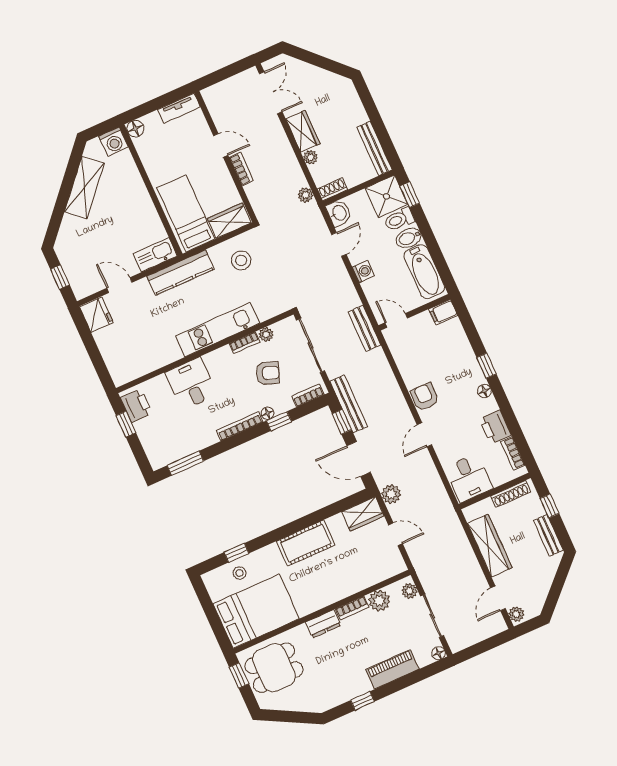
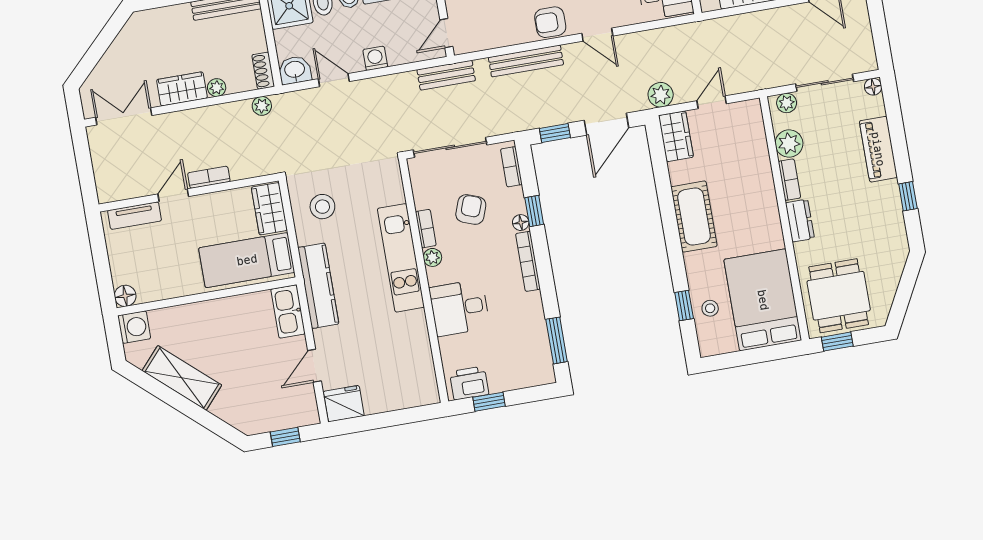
tv unit: (179, 108) -> (135, 216), moved, turned 90
plant: (266, 334) -> (432, 257), moved
bench: (349, 404) -> (526, 61), moved

